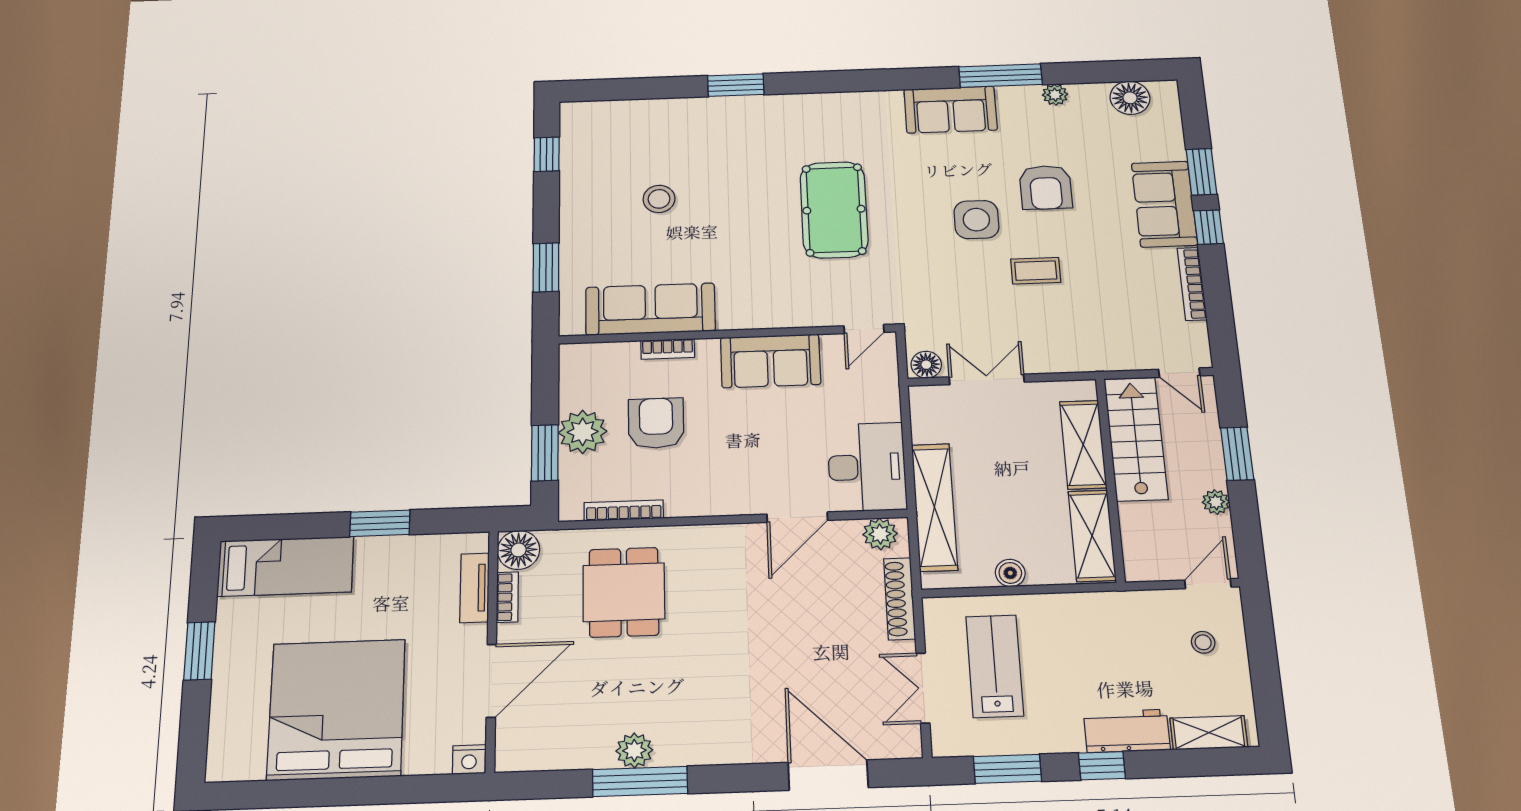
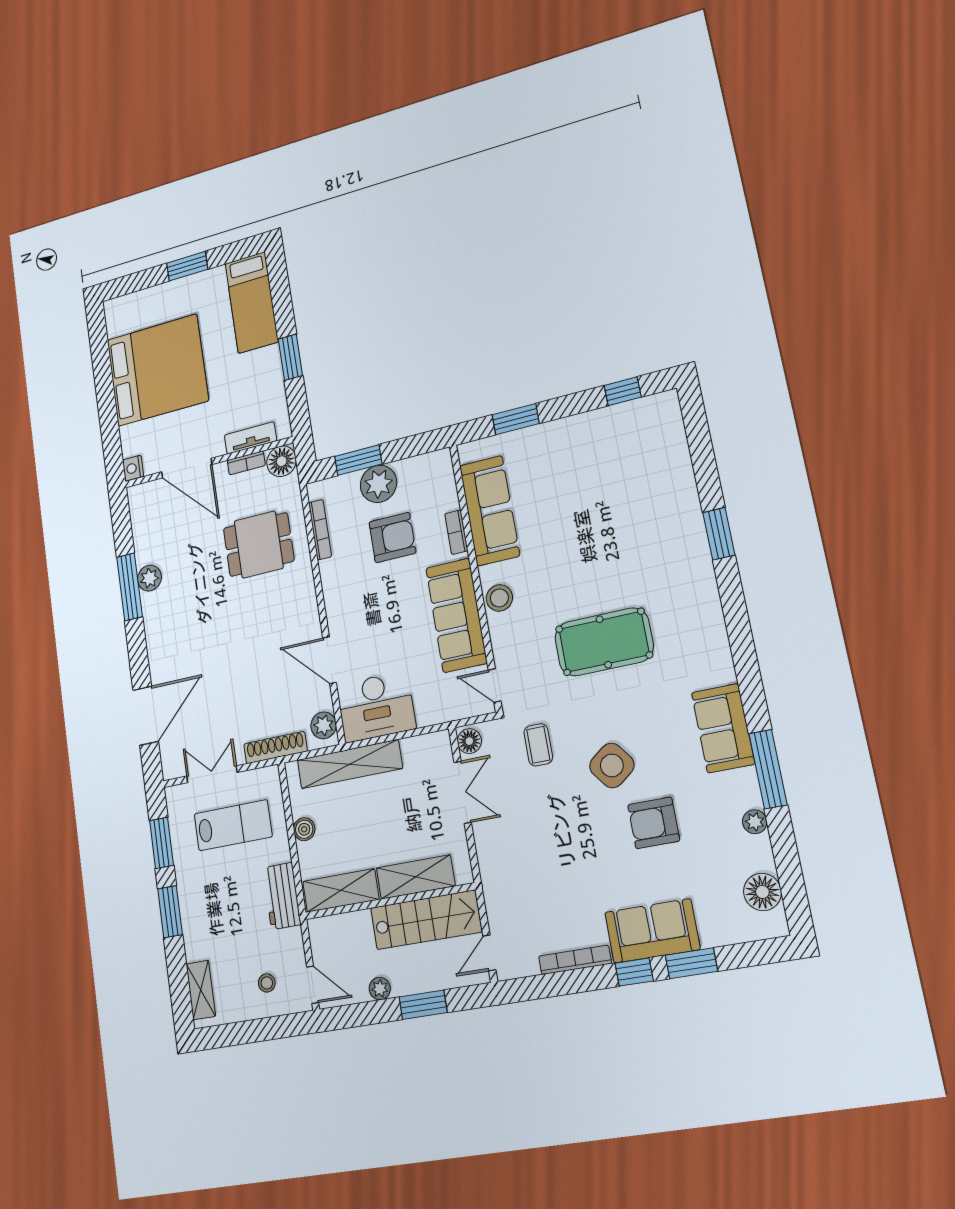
stool: (659, 199) -> (499, 598), moved
side table: (976, 220) -> (612, 765), turned -37
coffee table: (1036, 271) -> (538, 745), moved
sofa: (771, 361) -> (456, 615), width x1.36
workbench: (1127, 731) -> (282, 896), moved, turned 180
window: (1102, 766) -> (170, 912), width x1.50

